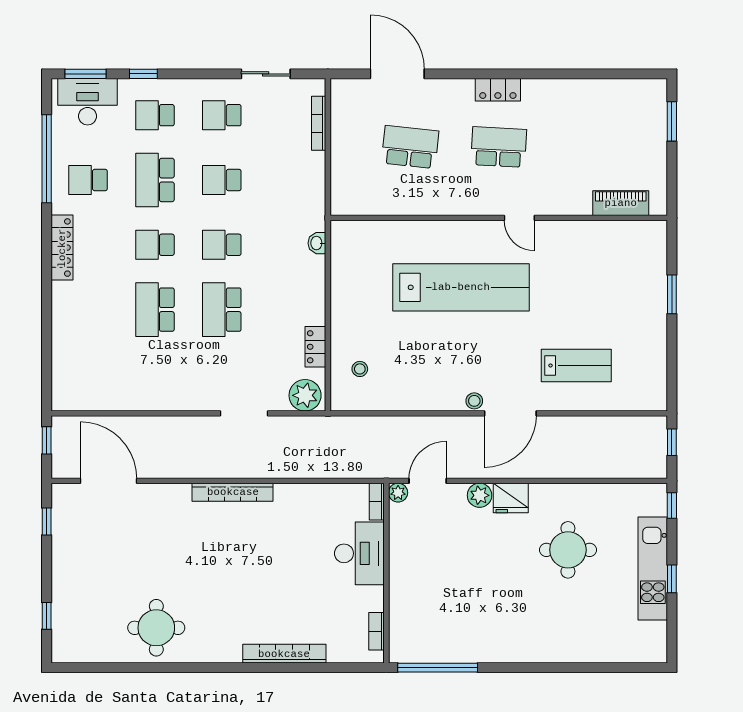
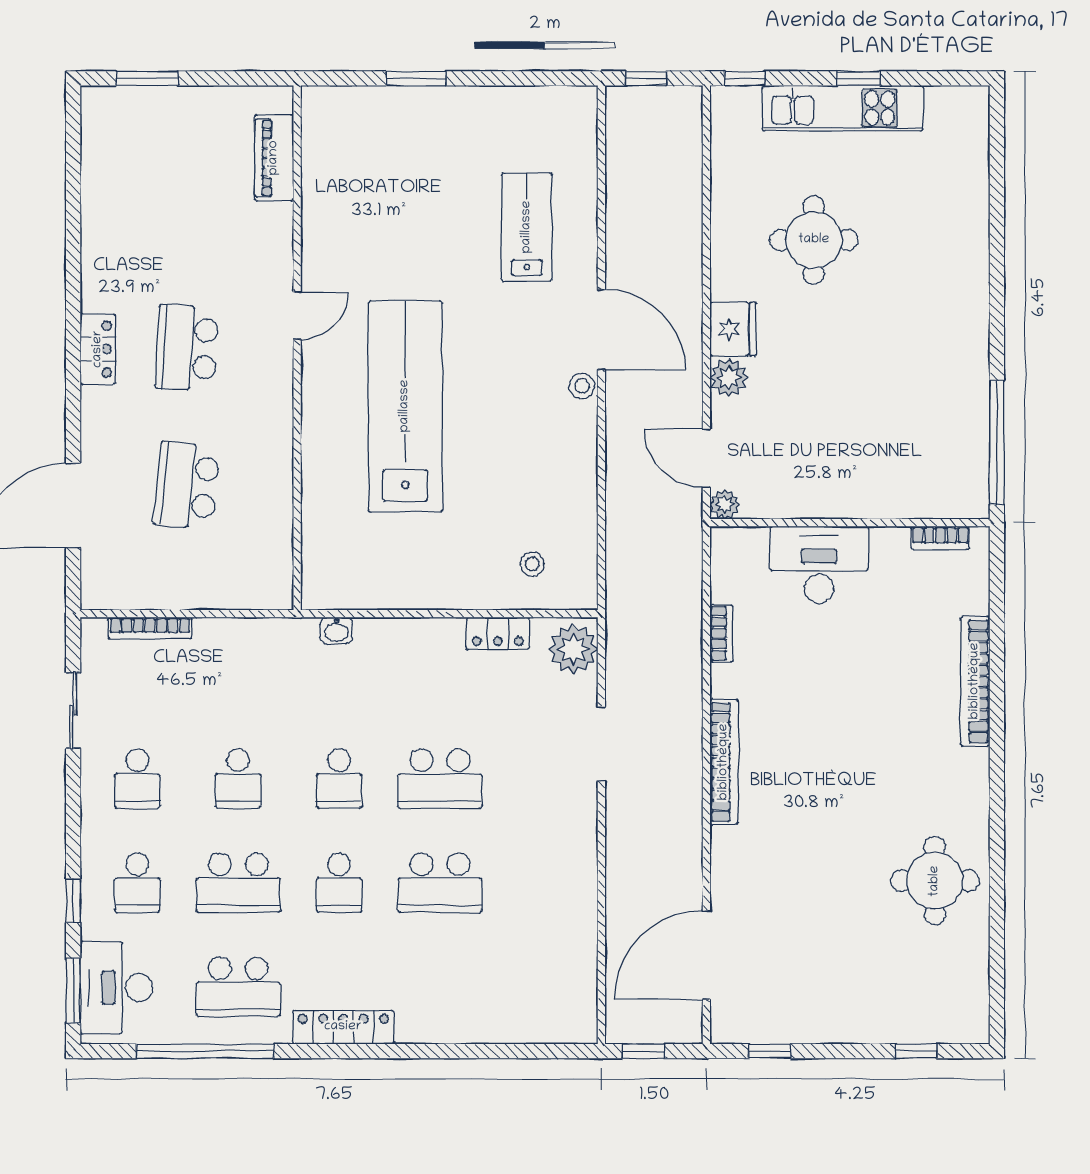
school desk: (88, 180) -> (238, 987), width x1.85
bookcase: (377, 502) -> (721, 633), moved, turned -90

